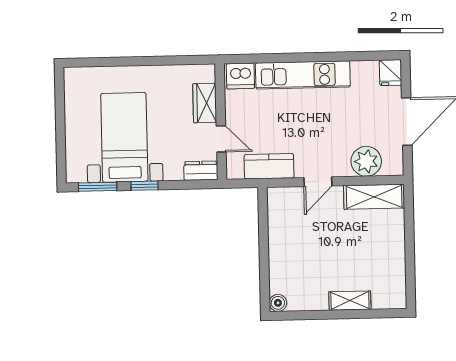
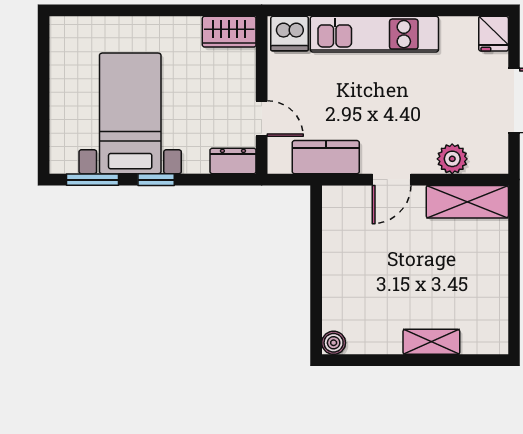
wardrobe: (205, 103) -> (229, 32), moved, turned -90
plant: (366, 161) -> (452, 159), width x0.73, depth x0.73

